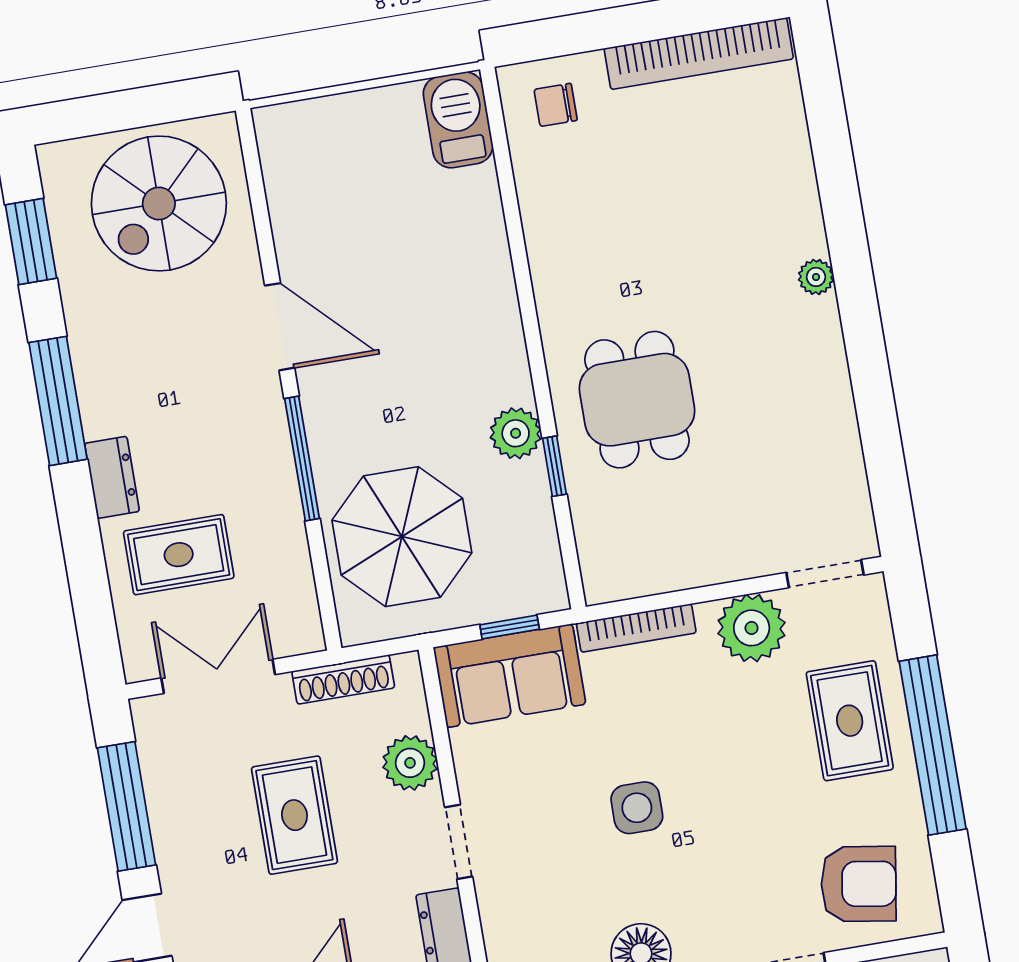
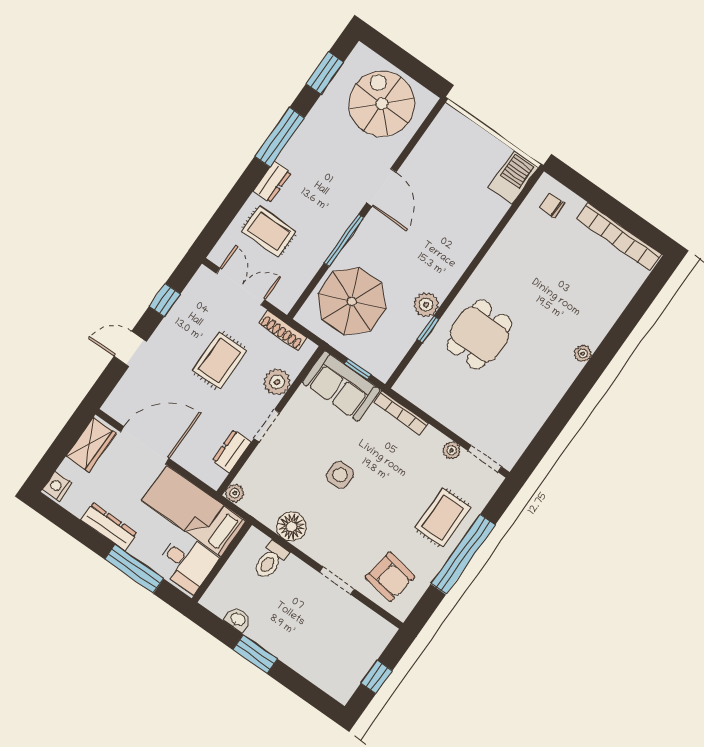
spiral stairs: (159, 203) -> (382, 104), turned 90
plant: (752, 628) -> (451, 450), width x0.53, depth x0.53
window: (127, 806) -> (165, 300), width x0.46

